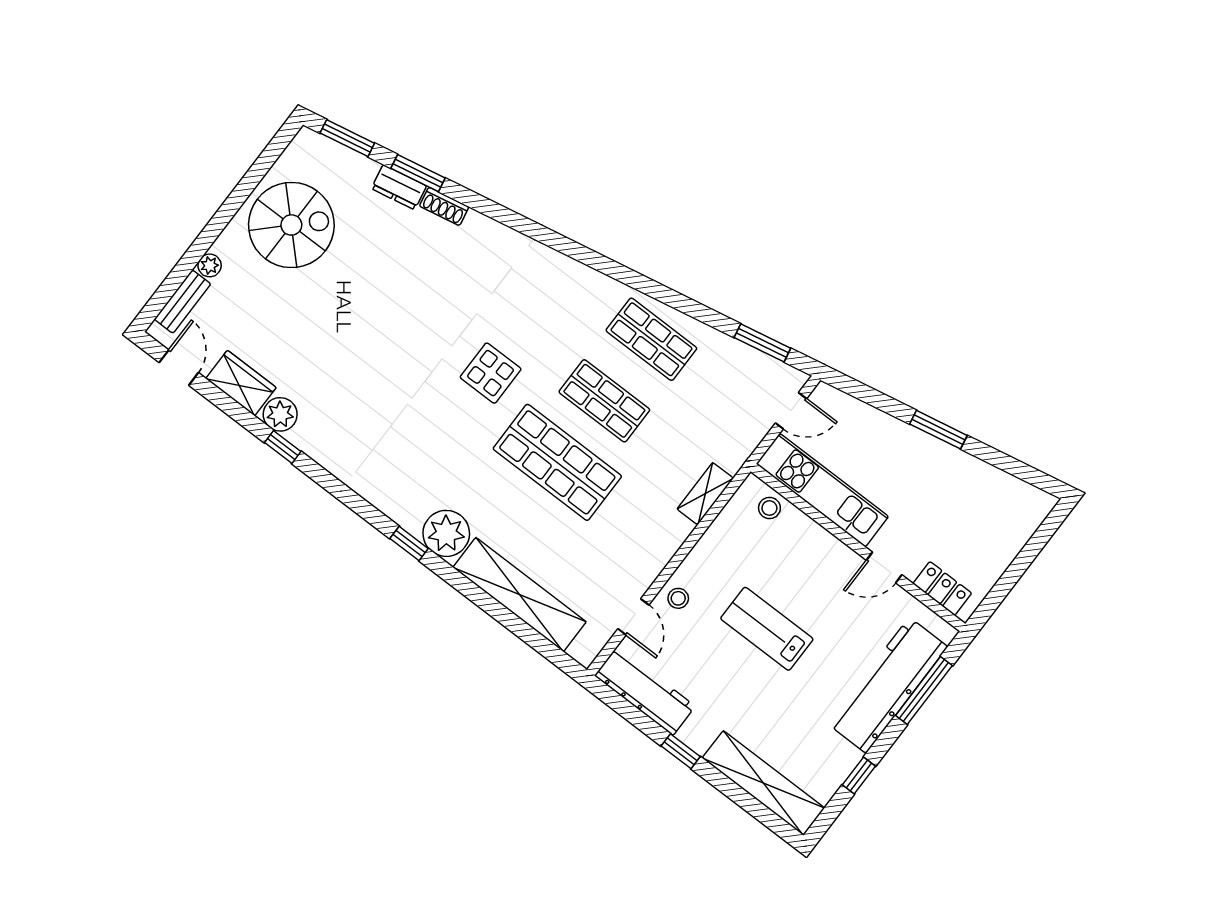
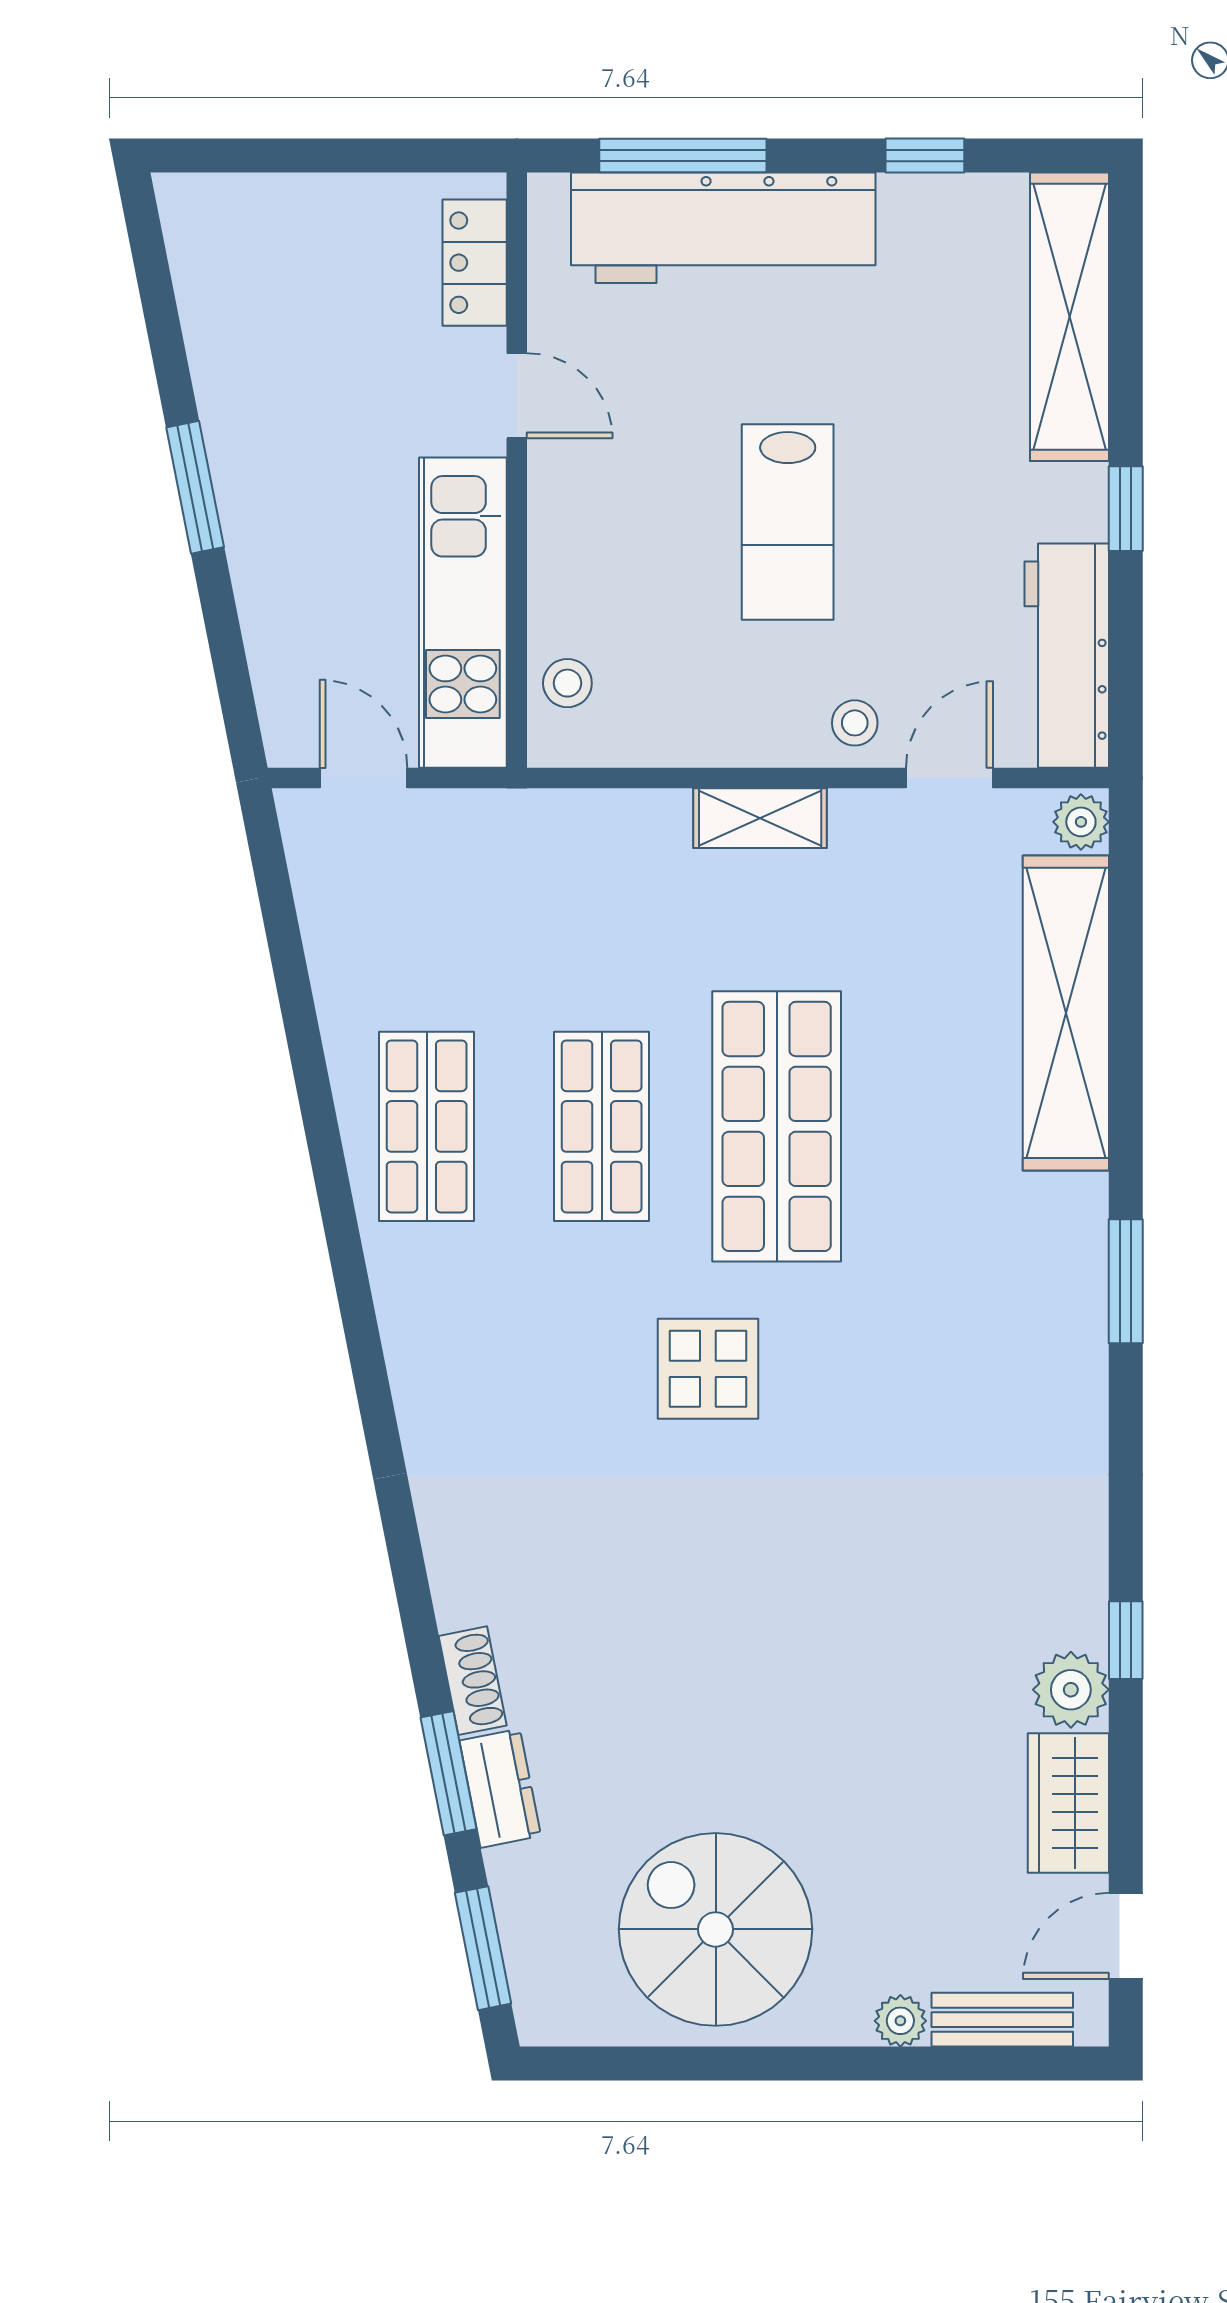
window: (762, 343) -> (281, 922), removed
shelving: (705, 494) -> (760, 818), moved
plant: (446, 533) -> (1081, 822), moved, width x0.53, depth x0.53
window: (409, 544) -> (1126, 1281), width x1.50

